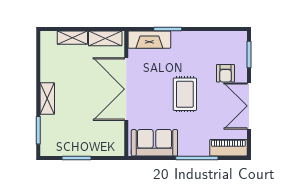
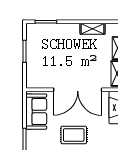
double door: (126, 89) -> (78, 90), swing flipped
shelving: (47, 99) -> (93, 29), moved

